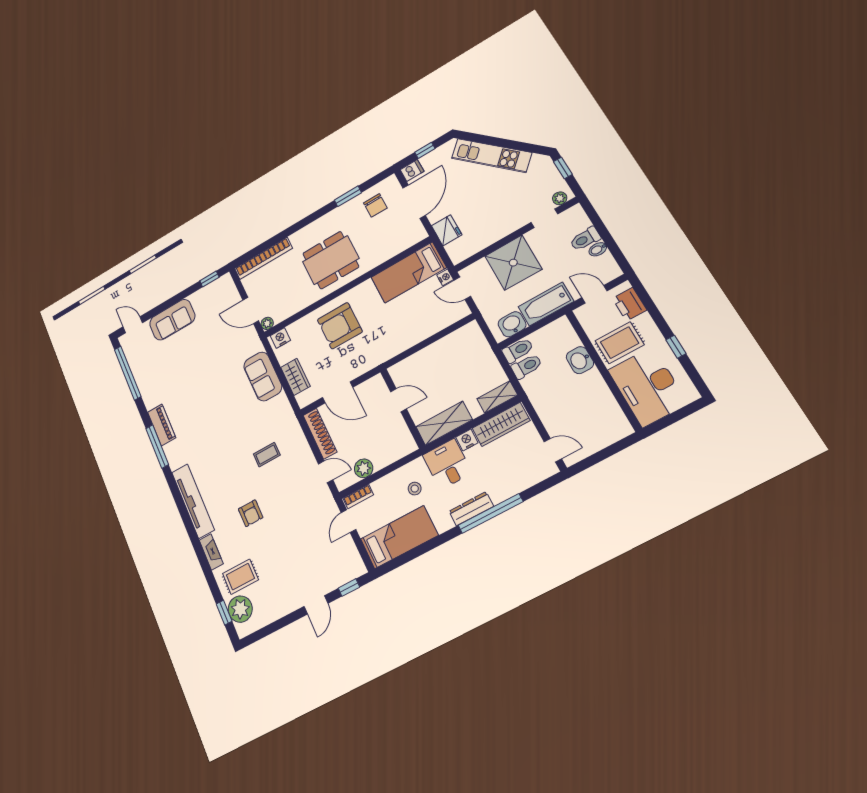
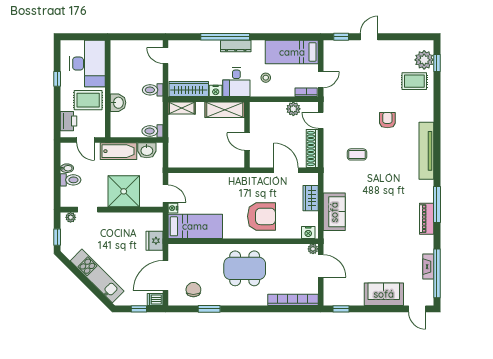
toilet: (527, 366) -> (153, 90), moved
fireplace: (211, 552) -> (428, 267), moved

